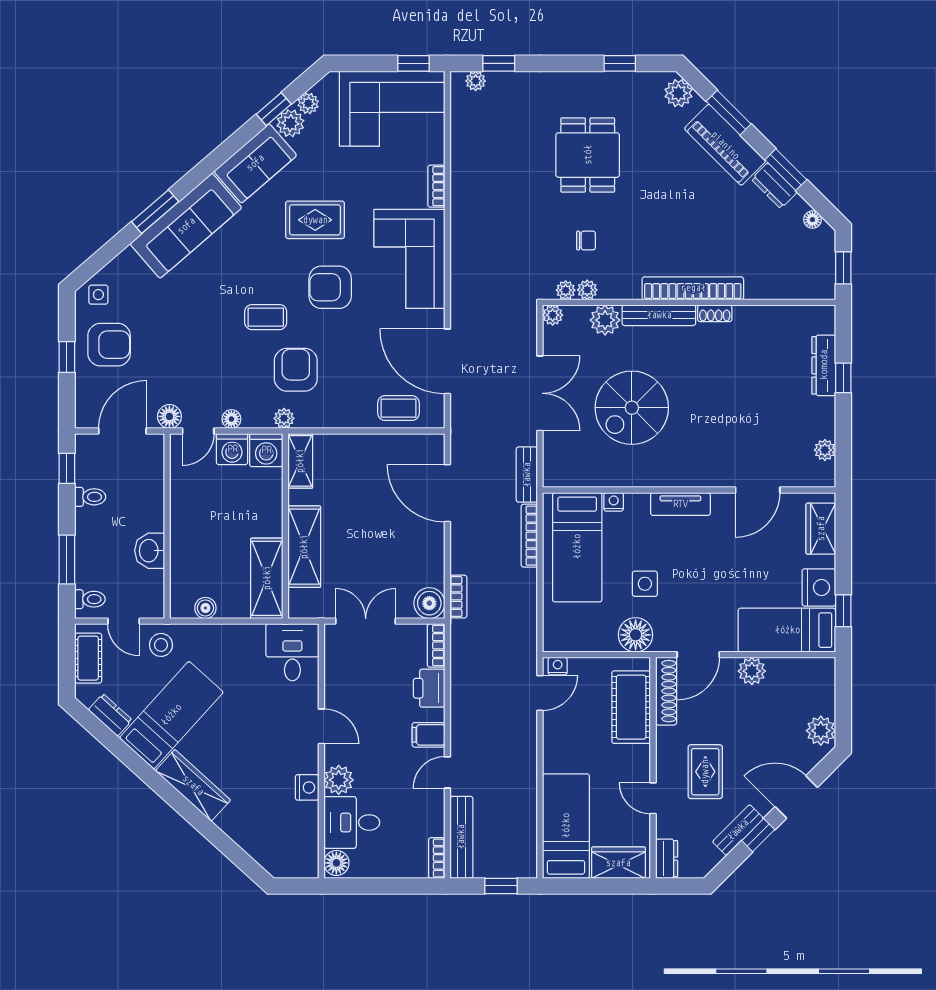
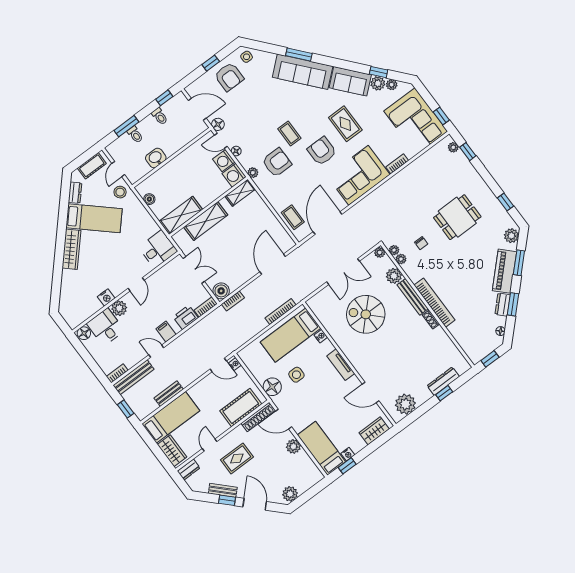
plant: (825, 450) -> (405, 404), width x1.88, depth x1.88
bench: (527, 475) -> (169, 394), moved
nightstand: (819, 587) -> (348, 454), width x0.53, depth x0.56
toilet: (90, 599) -> (135, 135), moved

